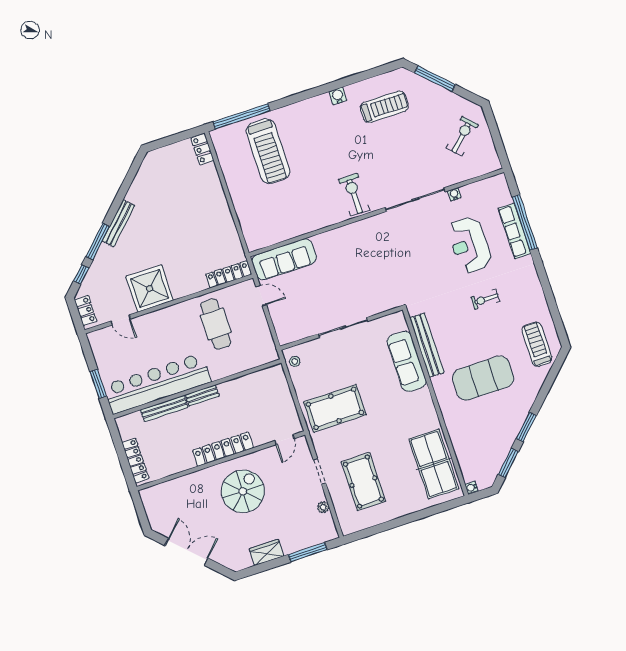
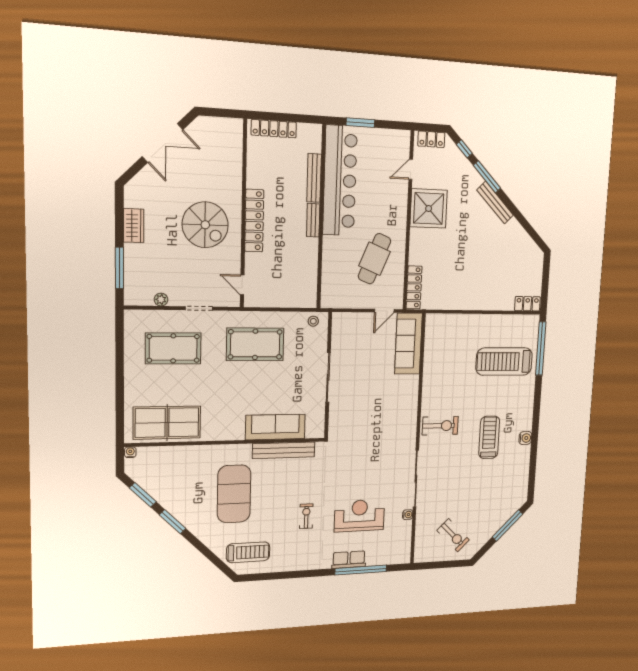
treadmill: (384, 107) -> (489, 437), moved, turned 180
row of seats: (514, 231) -> (349, 560), width x0.68
cafe table: (216, 324) -> (375, 259), turned -68
pool table: (335, 408) -> (255, 344), turned 90

